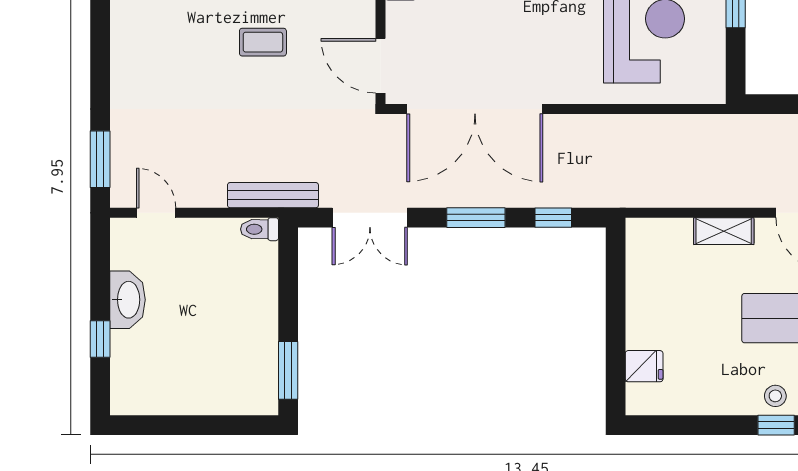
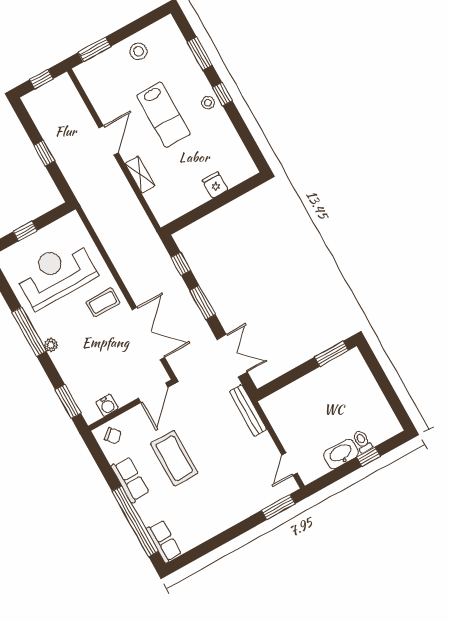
coffee table: (263, 42) -> (174, 458), width x1.86, depth x1.72
coffee table: (561, 66) -> (103, 302), added
double door: (475, 109) -> (148, 333), width x0.73
toilet: (260, 229) -> (362, 441), moved, turned 180
fridge: (644, 366) -> (215, 185), moved

